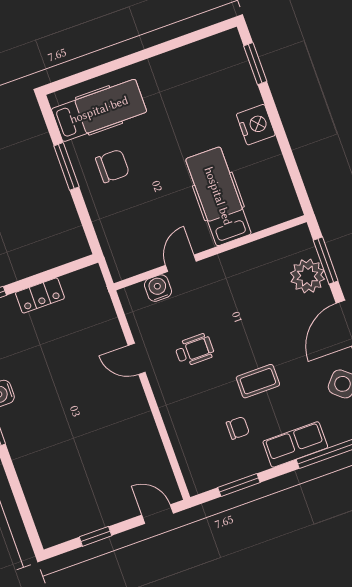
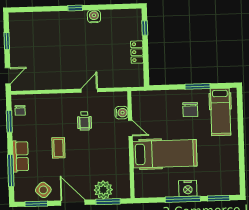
window: (278, 127) -> (183, 199), added
hospital bed: (218, 196) -> (165, 154), width x1.37, depth x1.29
chair: (238, 428) -> (20, 110), moved

